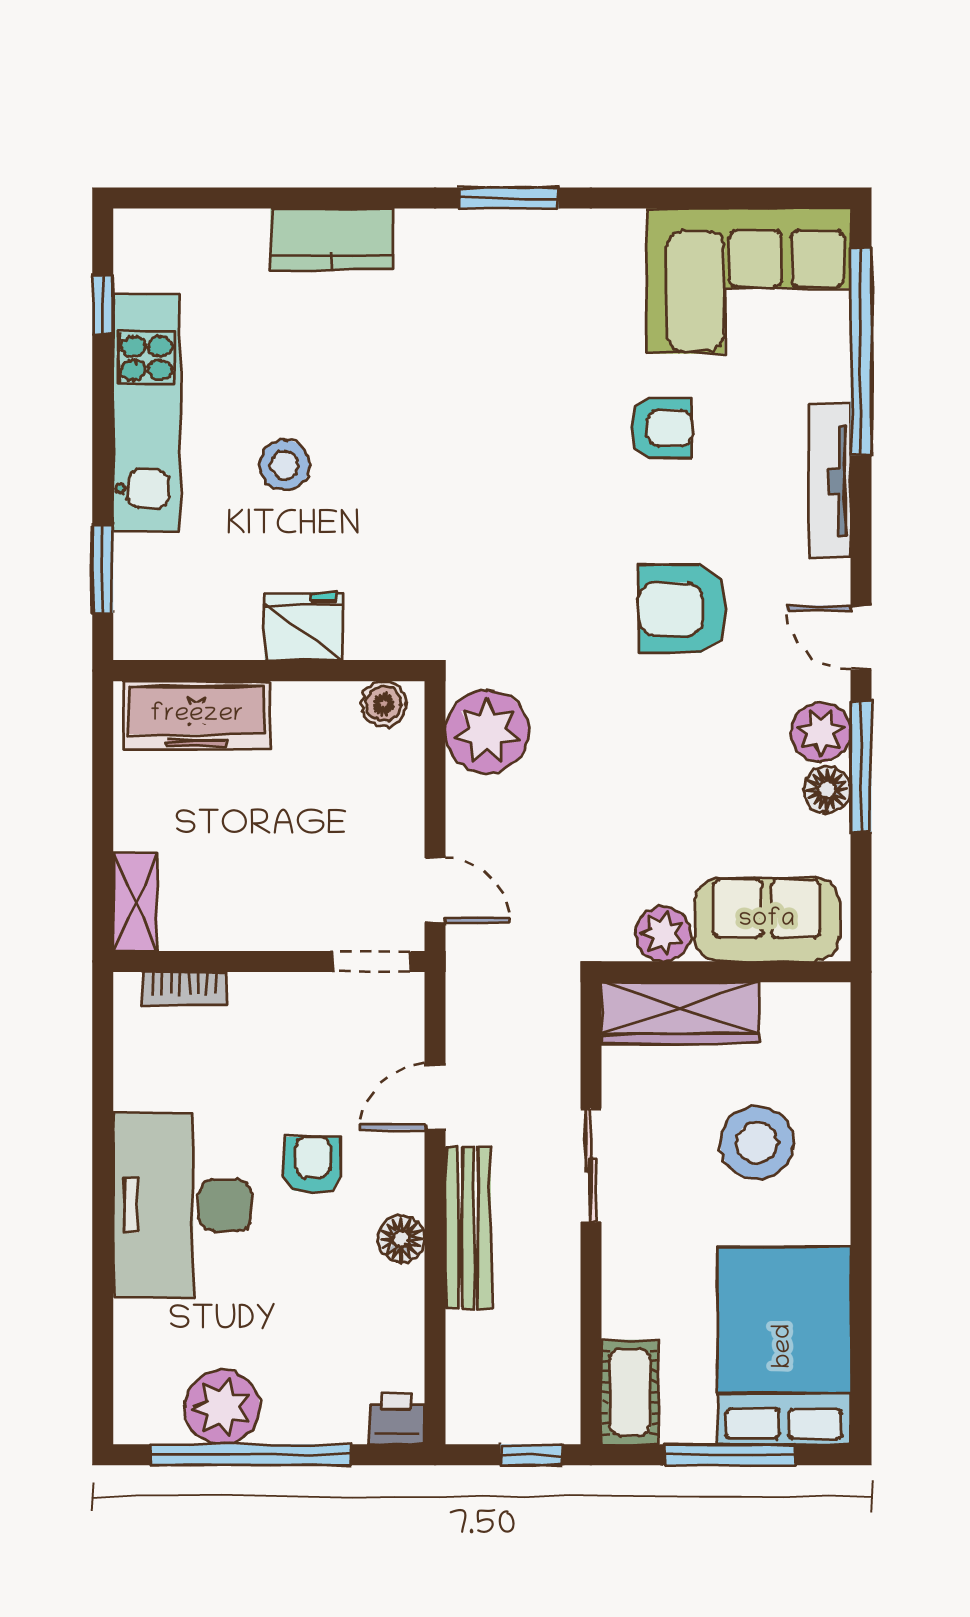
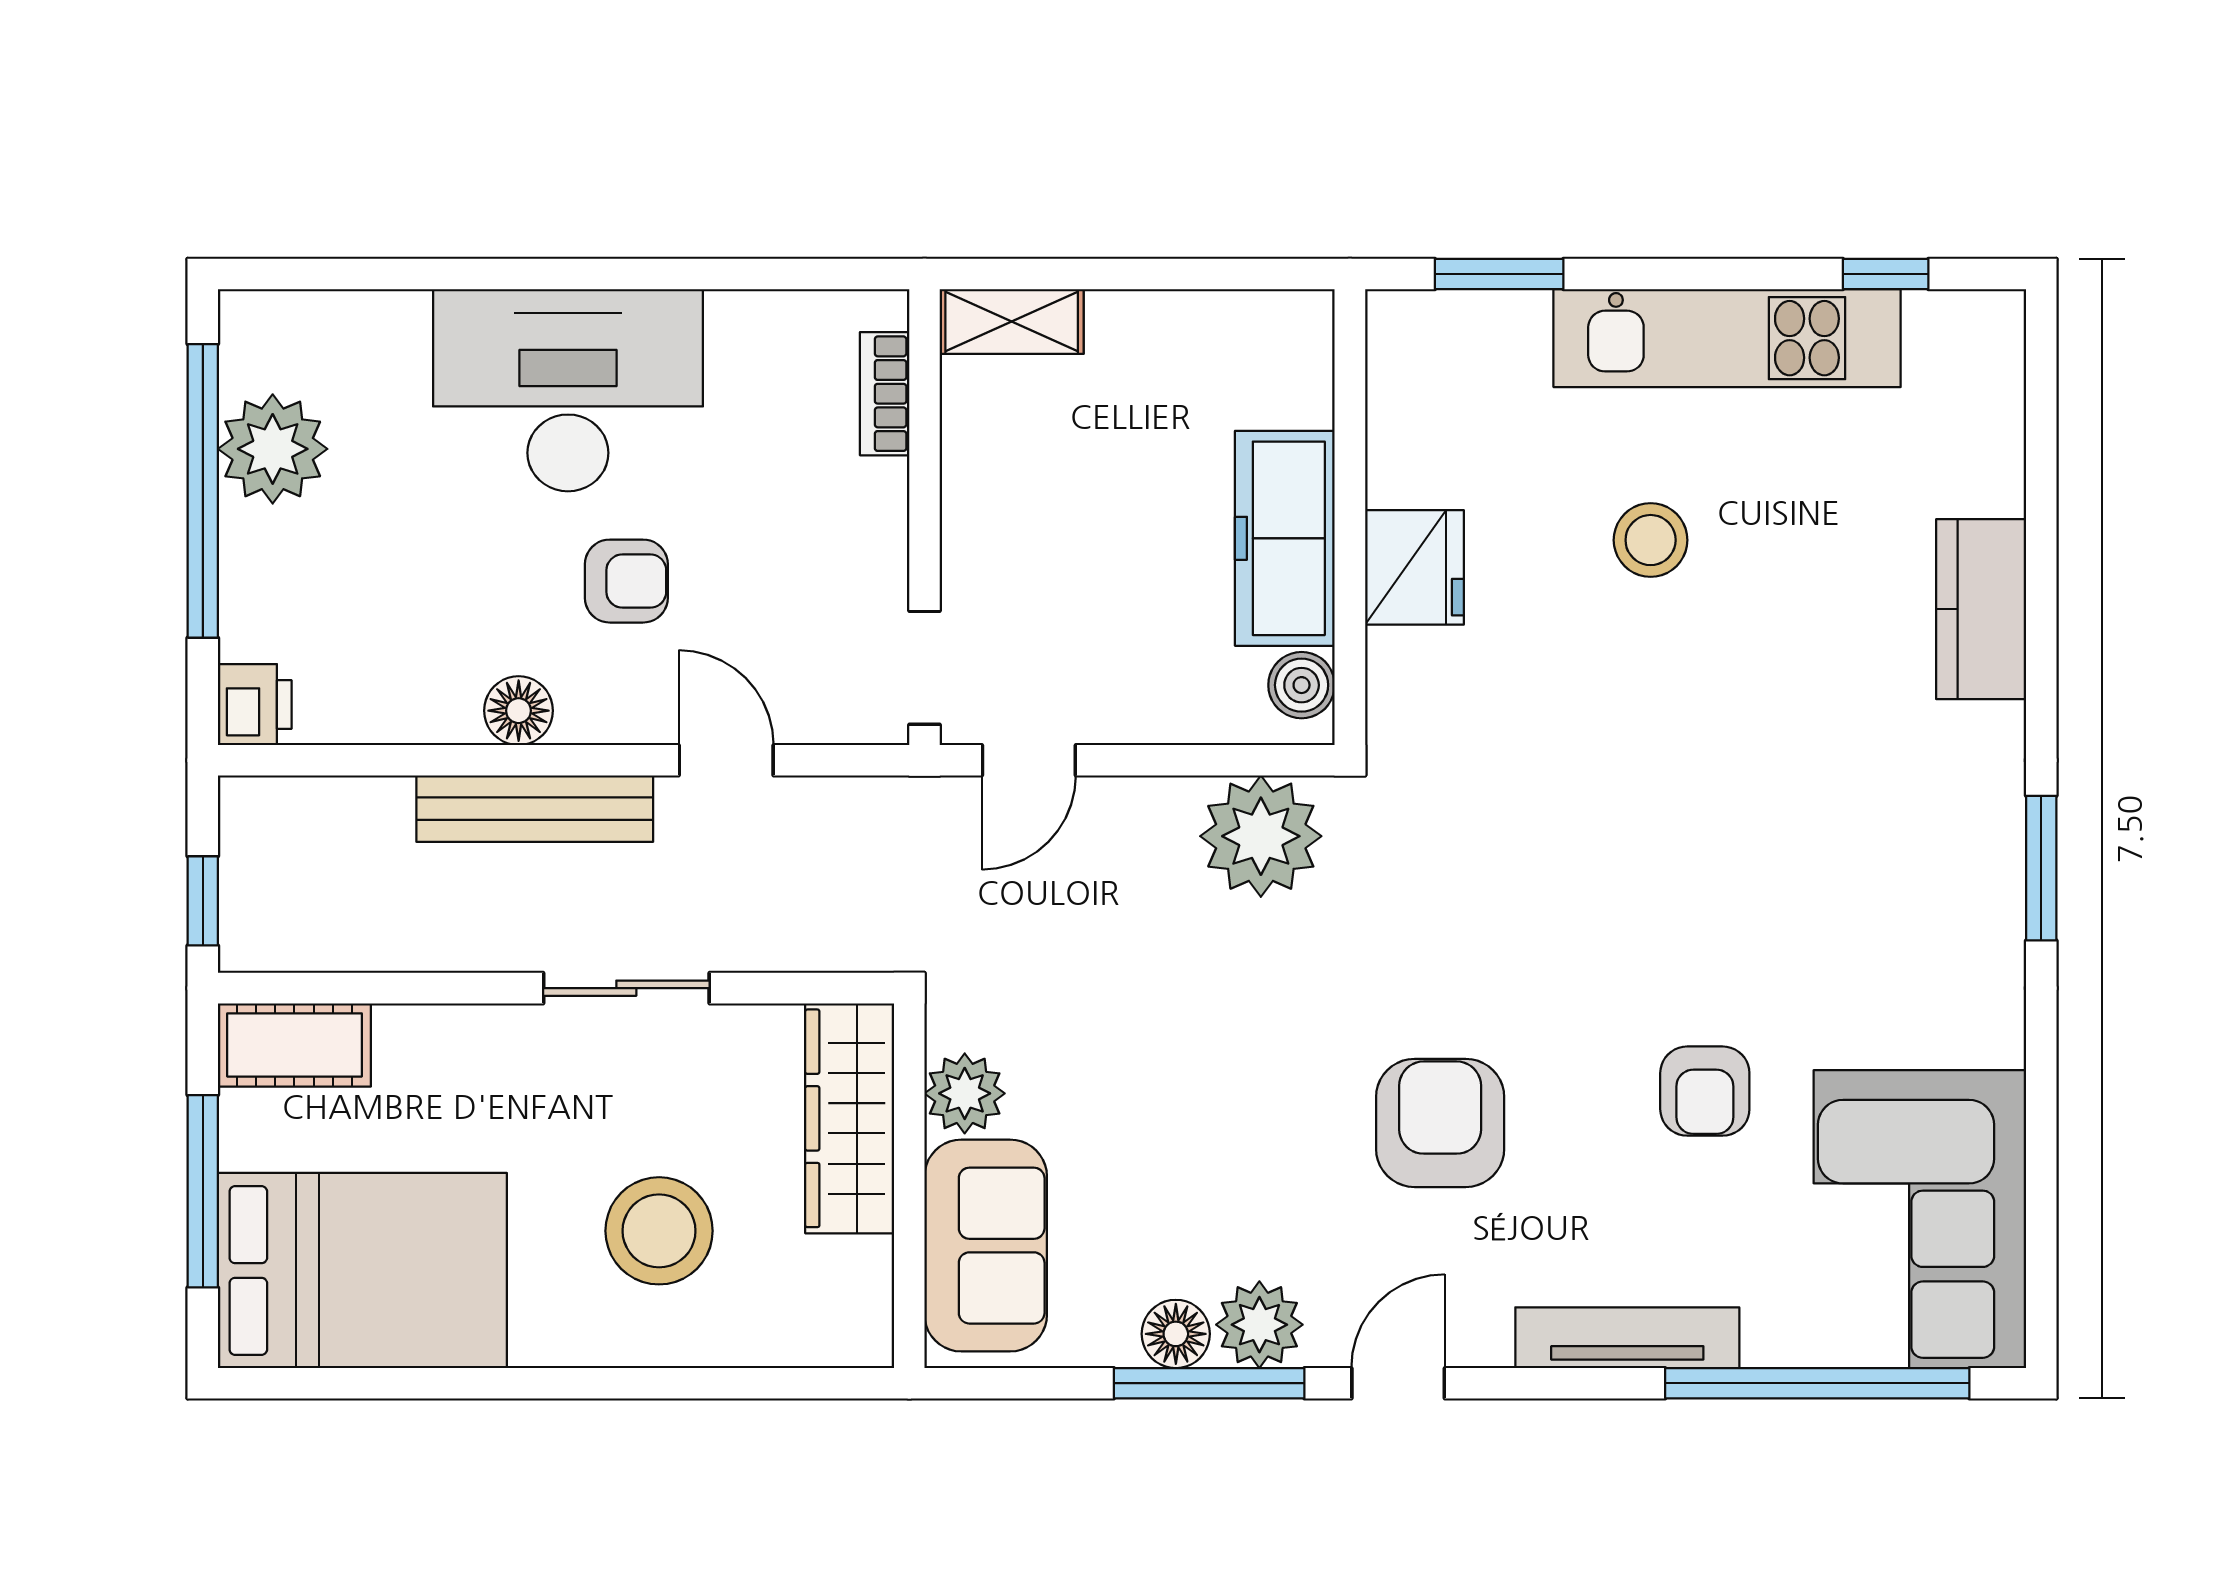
freezer: (197, 715) -> (1285, 538), moved

